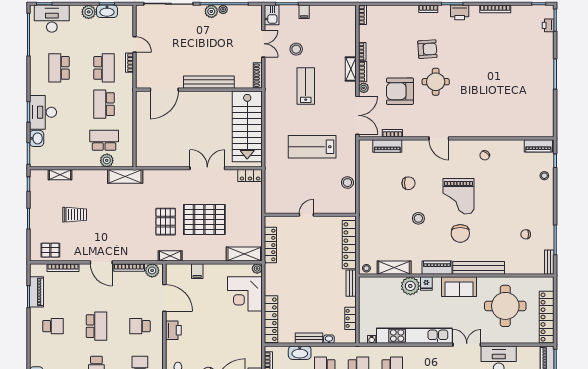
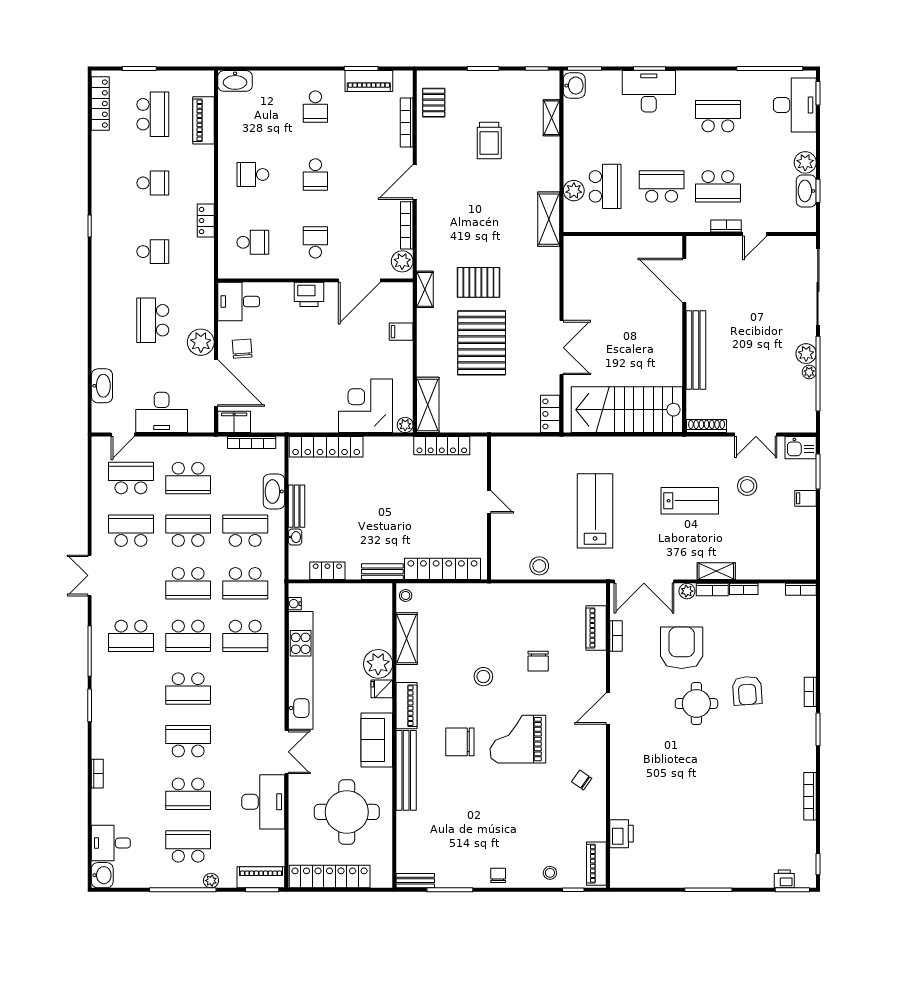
printer: (460, 12) -> (622, 834), moved, turned 180
washbasin: (37, 138) -> (574, 86), moved, turned -90
chair: (526, 234) -> (498, 875), moved
school desk: (96, 326) -> (315, 174), width x0.54

